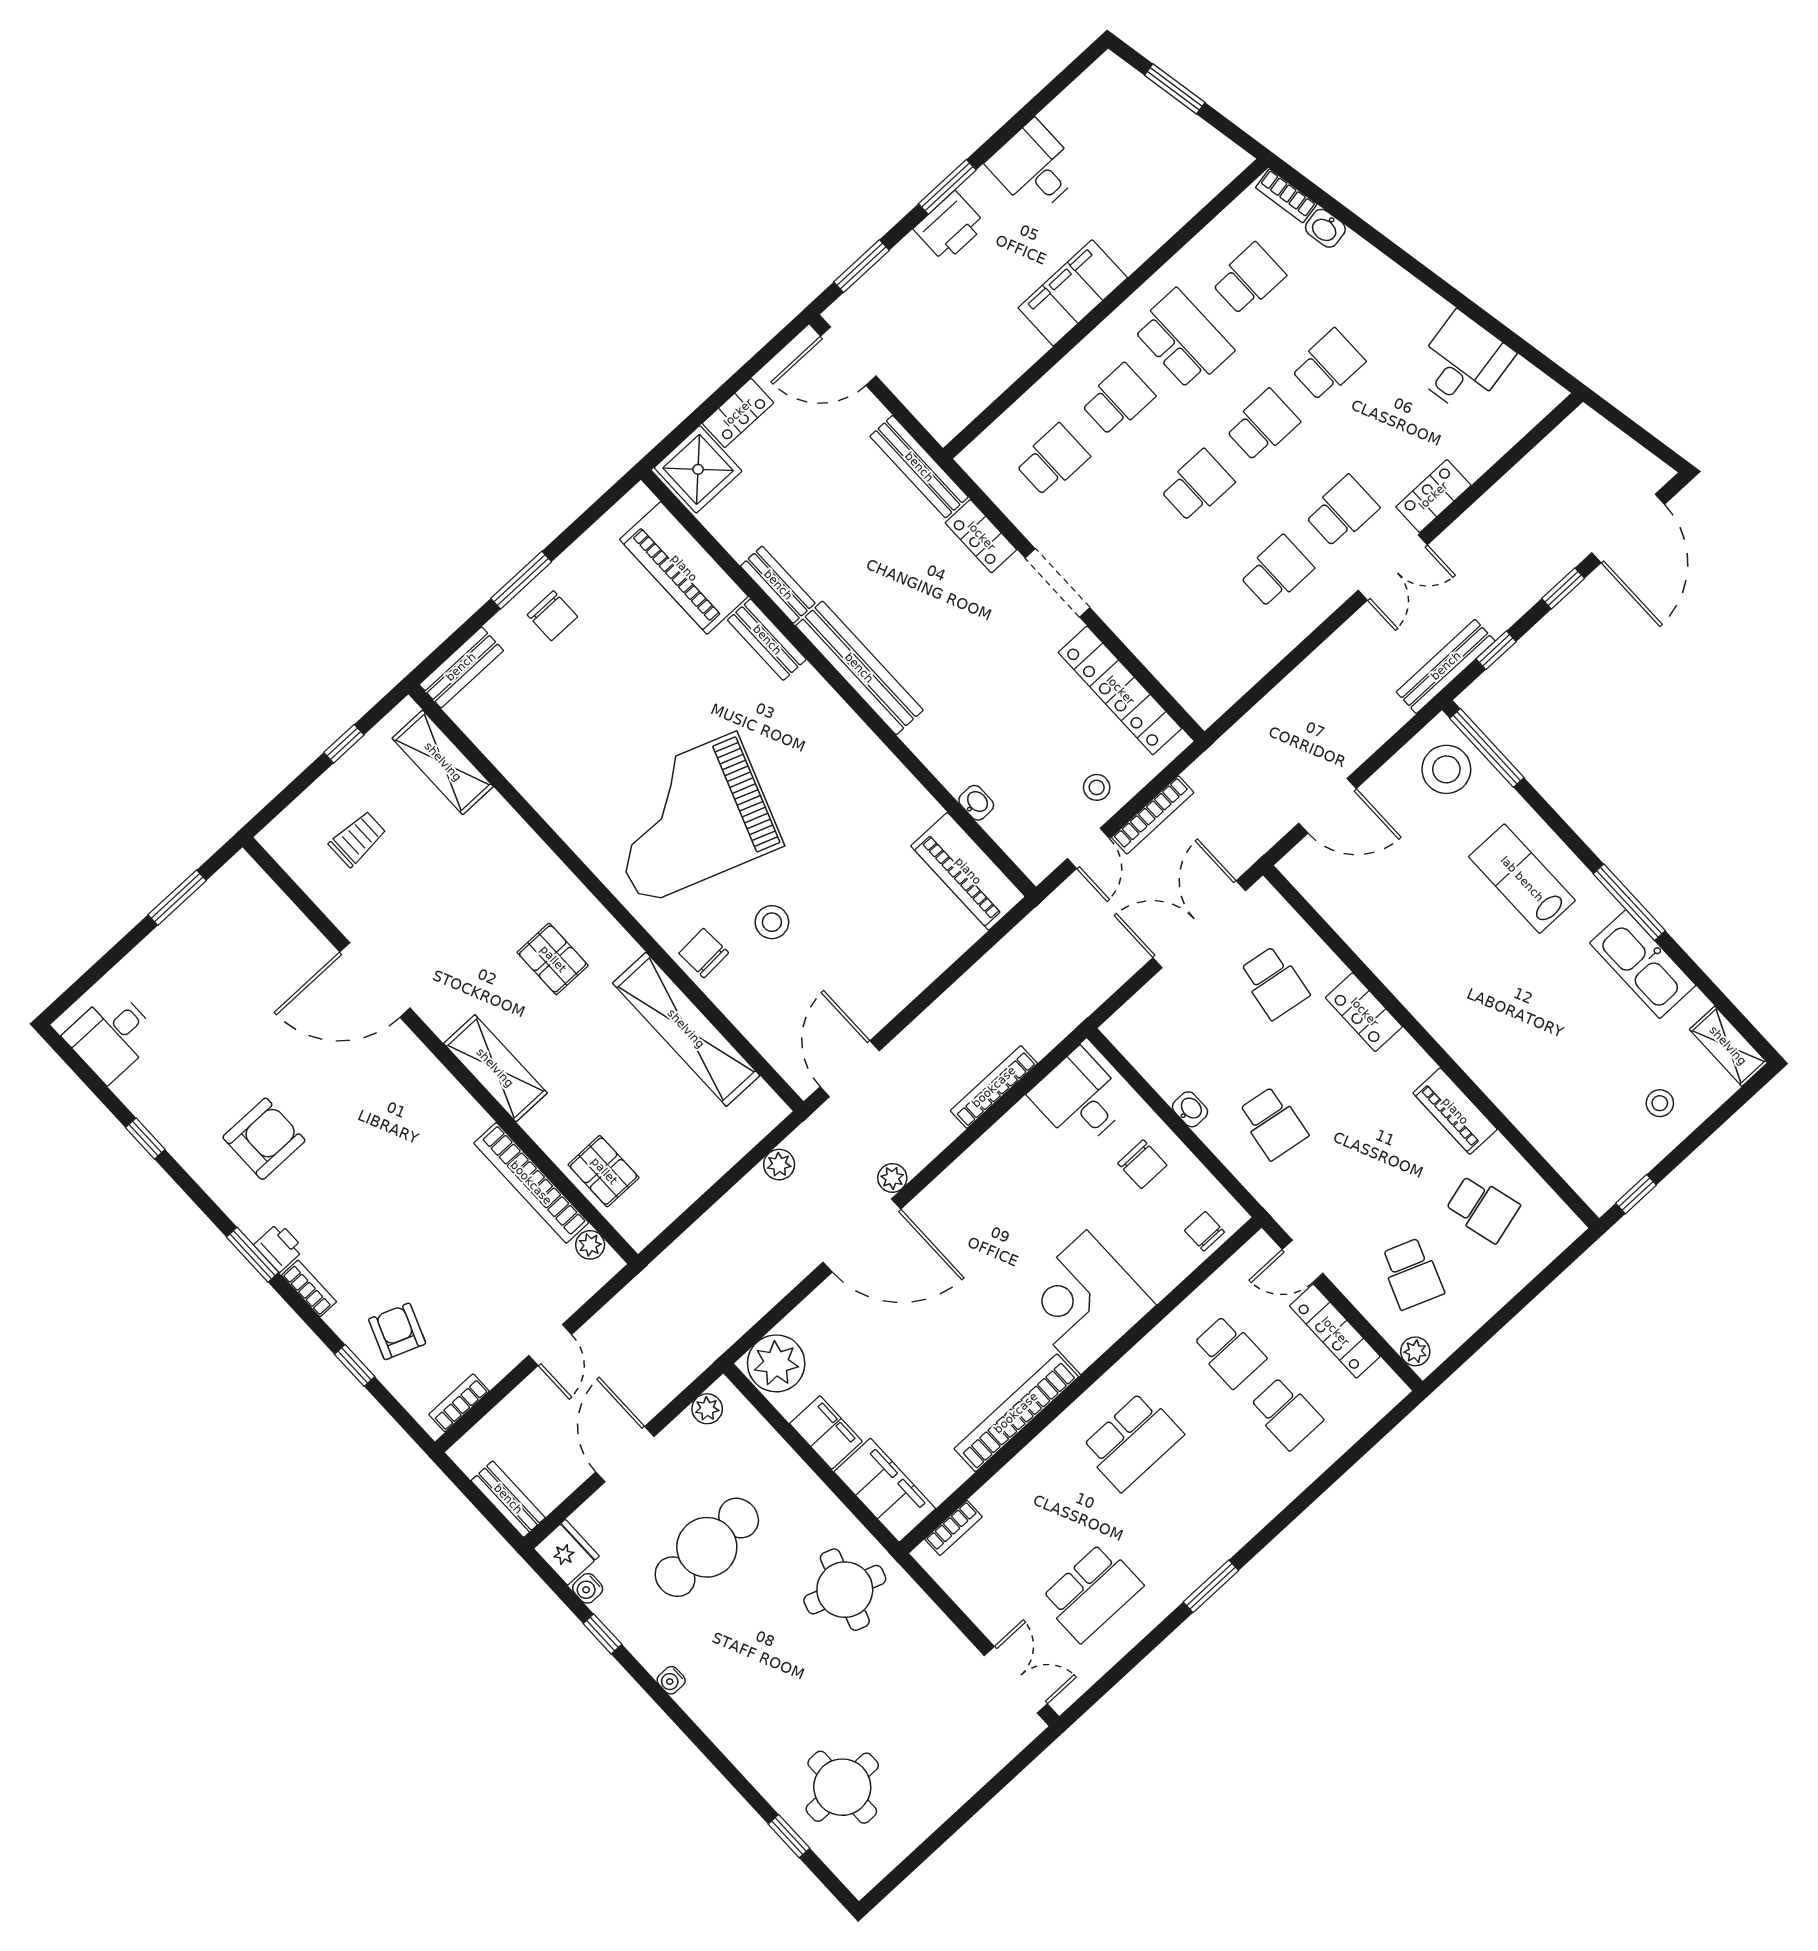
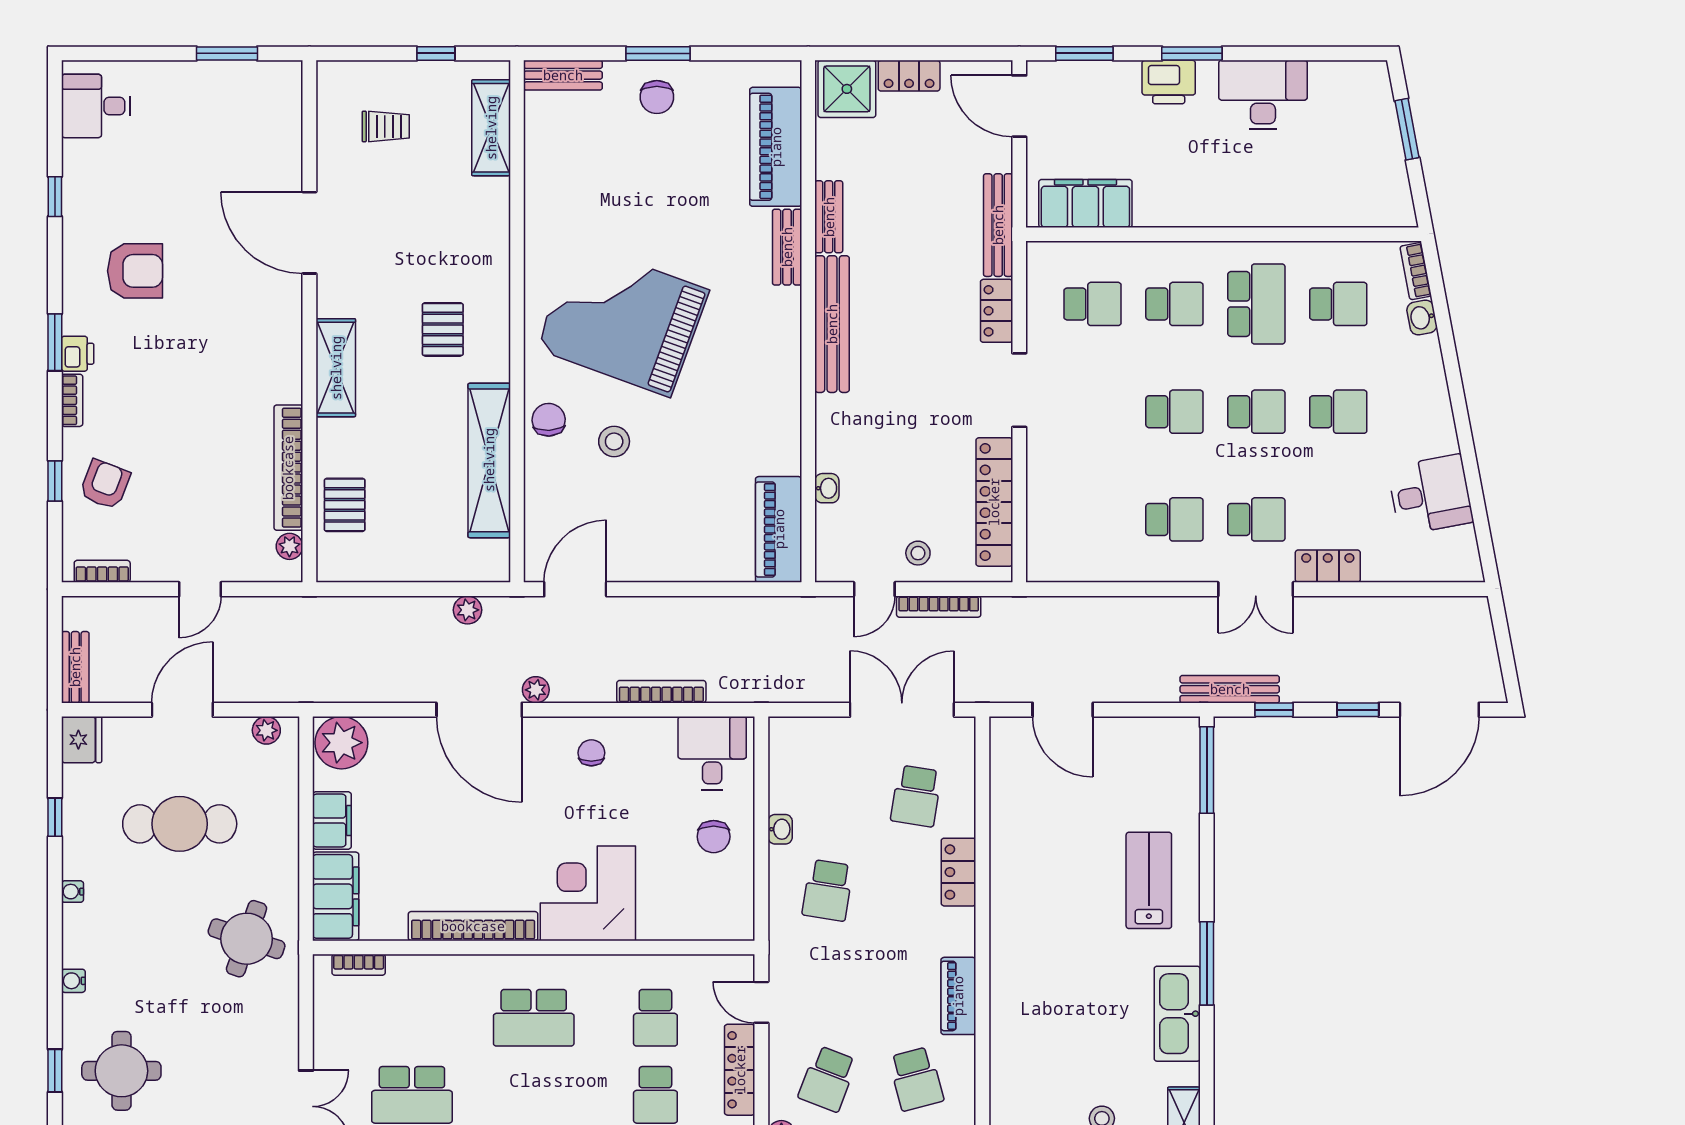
desk: (1034, 168) -> (1263, 95), width x1.37
filing cabinet: (1073, 293) -> (1085, 203), moved
stool: (1446, 769) -> (1166, 759), removed
chair: (1204, 1231) -> (591, 753), moved
water cooler: (588, 1588) -> (73, 981), moved

